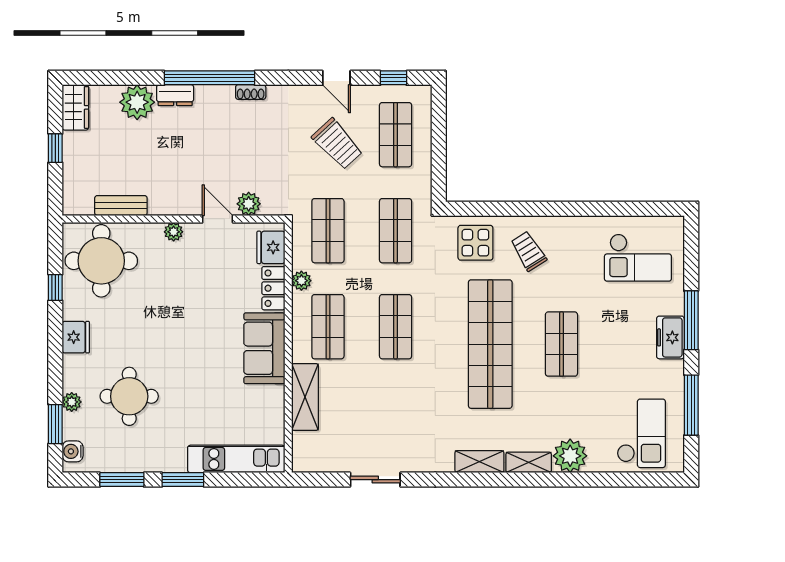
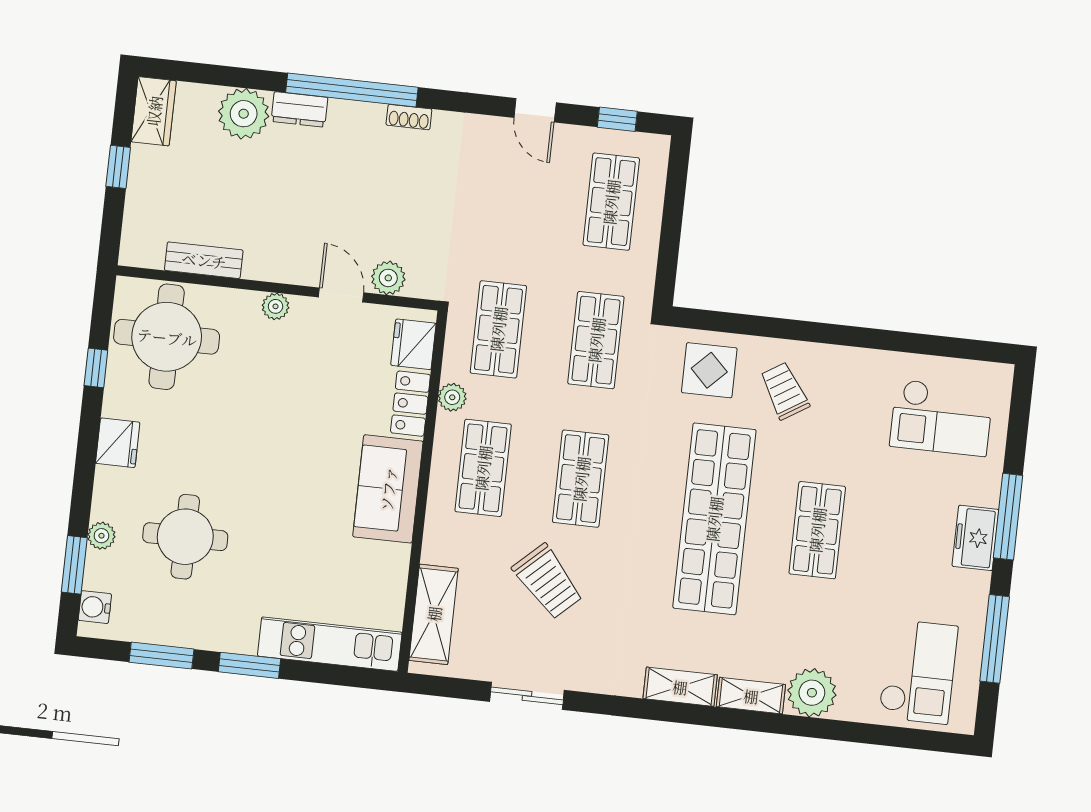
trolley: (337, 144) -> (548, 582), moved
shelving: (305, 397) -> (434, 614), moved

